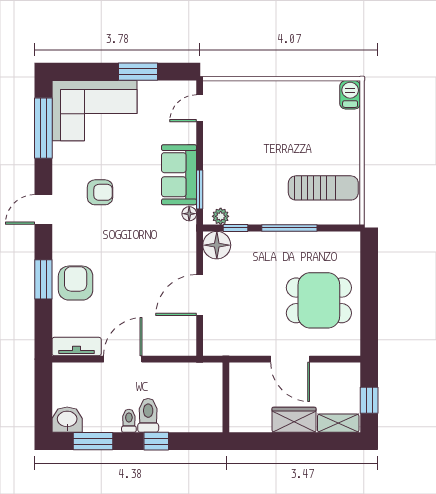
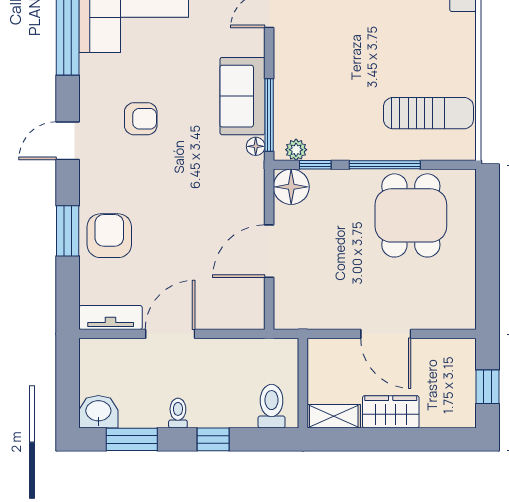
window: (200, 189) -> (269, 115), width x1.44
dining table: (319, 300) -> (411, 215), moved, turned 90
toilet: (148, 415) -> (272, 406), moved
shelving: (338, 423) -> (334, 416), moved

